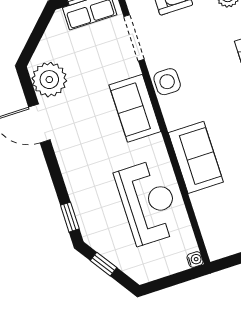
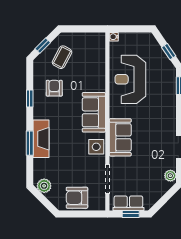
plant: (49, 80) -> (170, 176), width x0.53, depth x0.53
sofa: (196, 157) -> (94, 112), moved

